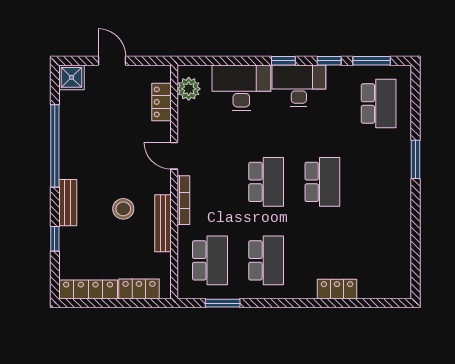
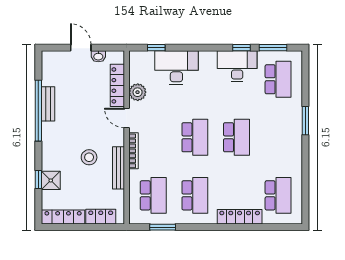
window: (283, 61) -> (156, 48), moved
washbasin: (136, 72) -> (98, 56), added
shower: (71, 77) -> (51, 180), moved
desk: (299, 86) -> (237, 66), moved
plant: (189, 89) -> (138, 92), moved
locker: (161, 102) -> (117, 85), width x1.53
bench: (68, 203) -> (48, 104), moved
school desk: (379, 260) -> (278, 195), added
locker: (337, 289) -> (240, 217), width x1.53

